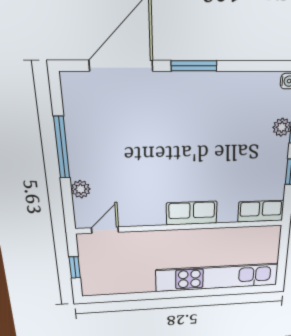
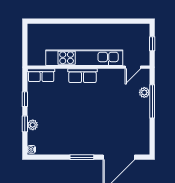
window: (62, 148) -> (152, 101), moved
kitchen unit: (217, 277) -> (84, 58), moved, turned 180

